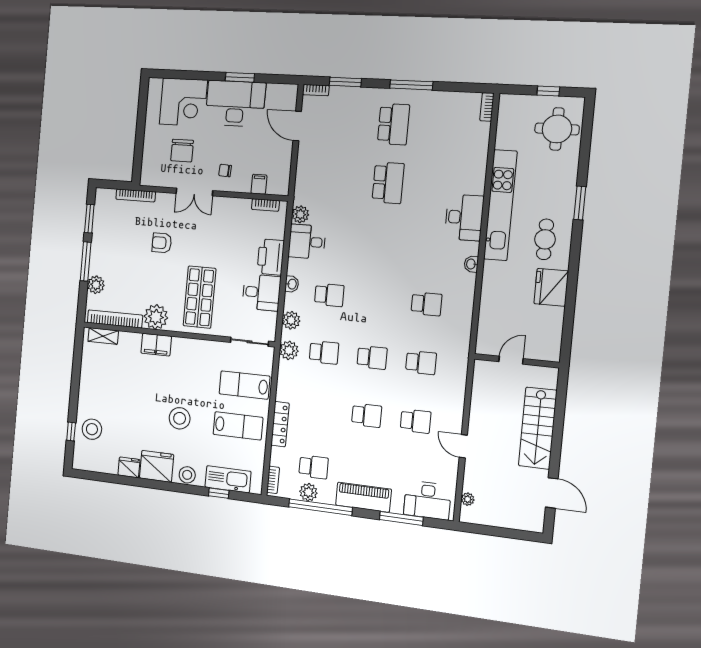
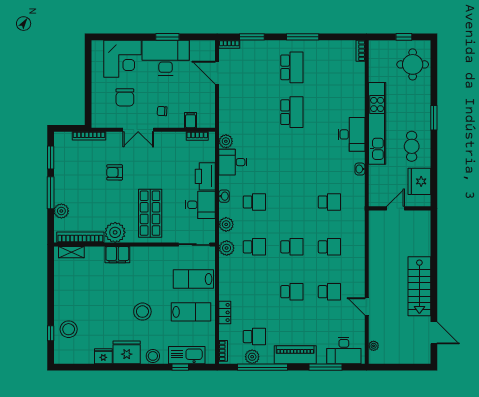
door: (511, 360) -> (396, 208), moved
wall: (517, 361) -> (400, 208), moved
locker: (280, 424) -> (225, 312), width x0.66

